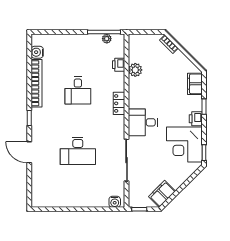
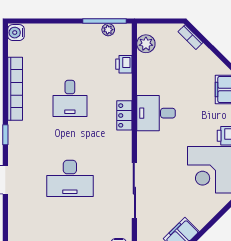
water cooler: (37, 52) -> (16, 33), moved
plant: (135, 70) -> (146, 44), moved
desk: (143, 122) -> (156, 113), moved

